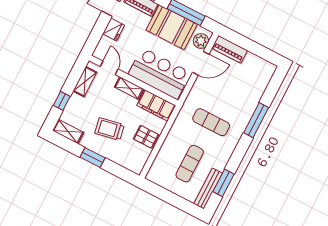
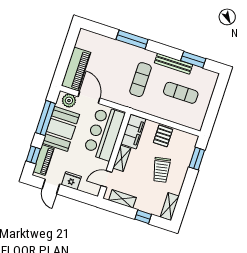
piano: (230, 49) -> (76, 69), width x1.37, depth x1.33
window: (92, 158) -> (197, 159), moved
bench: (208, 189) -> (174, 64), moved

